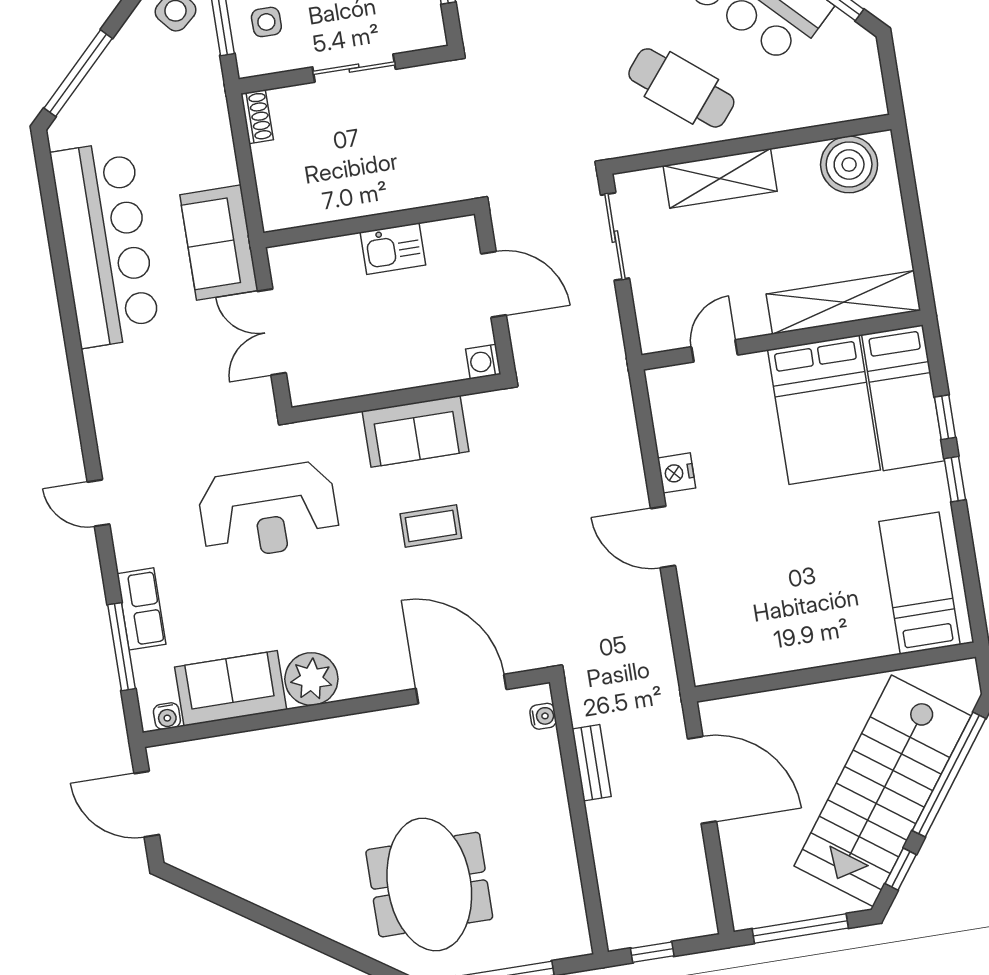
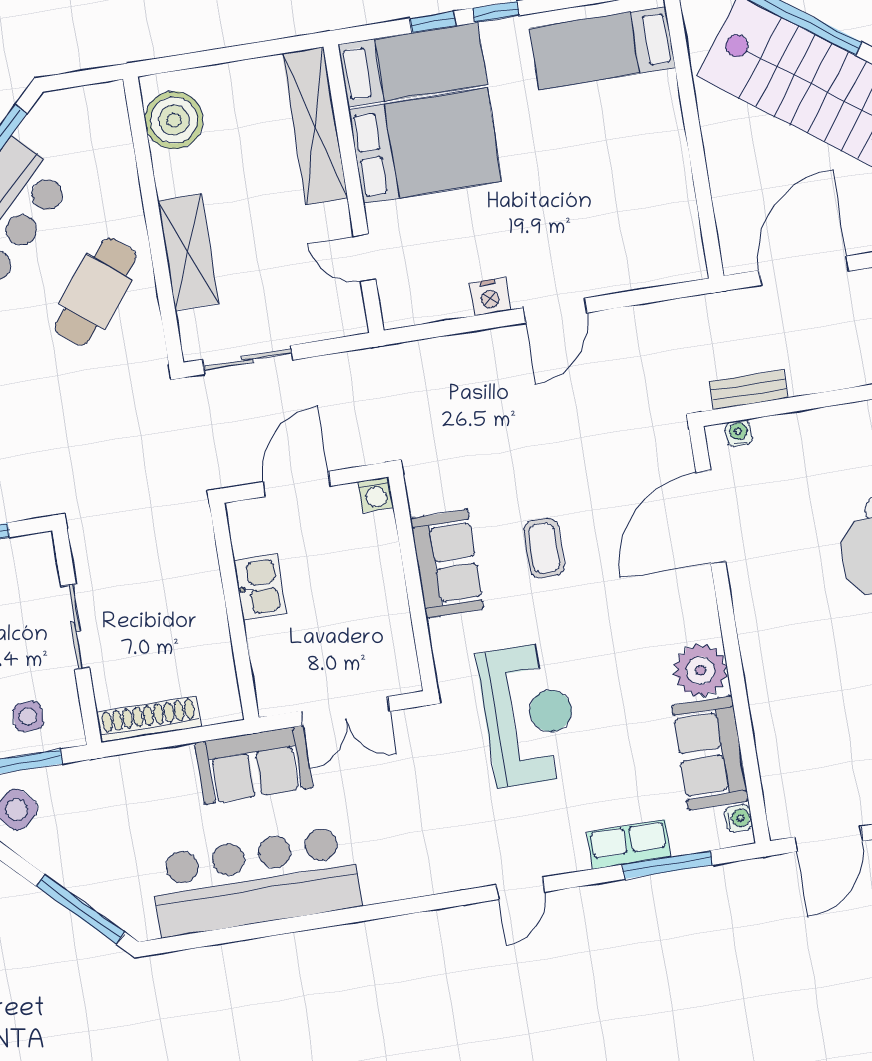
shoe rack: (257, 117) -> (149, 719), width x1.94, depth x1.24
bench: (592, 763) -> (748, 390), moved

